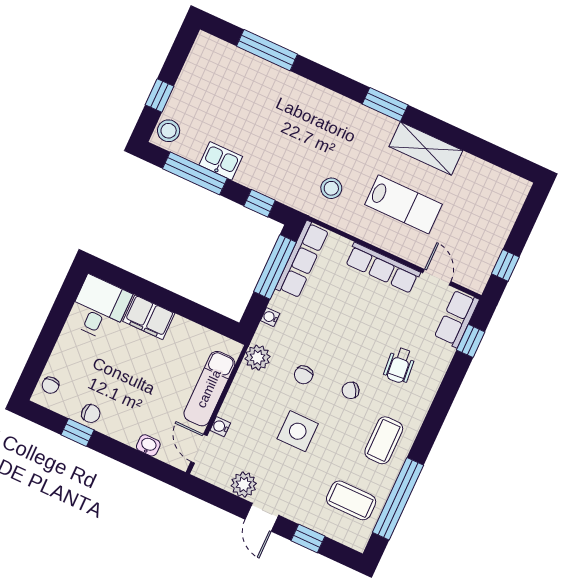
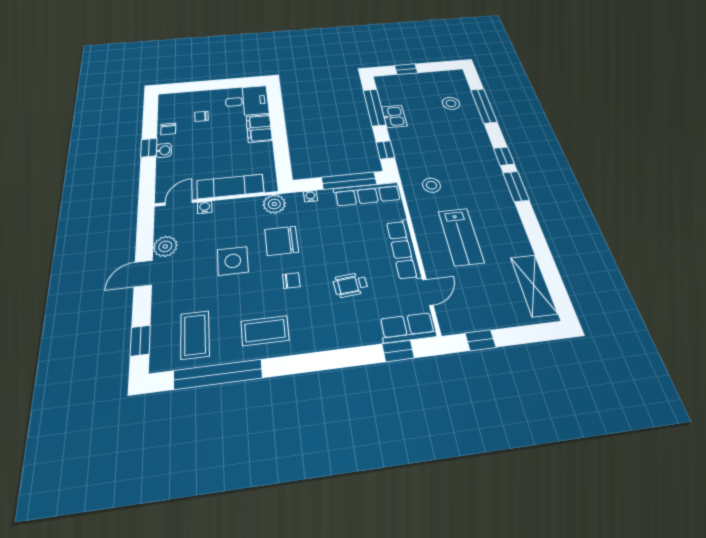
window: (343, 85) -> (504, 156), added
stool: (169, 131) -> (451, 103), moved
shelving: (426, 149) -> (534, 285), moved
wheelchair: (400, 365) -> (350, 285), moved
chair: (304, 375) -> (282, 241), width x1.87, depth x1.87
chair: (50, 385) -> (201, 116), moved
chair: (351, 390) -> (291, 281), turned 122
window: (78, 432) -> (149, 148), moved
washbasin: (148, 445) -> (164, 150), moved
window: (308, 538) -> (140, 341), moved

